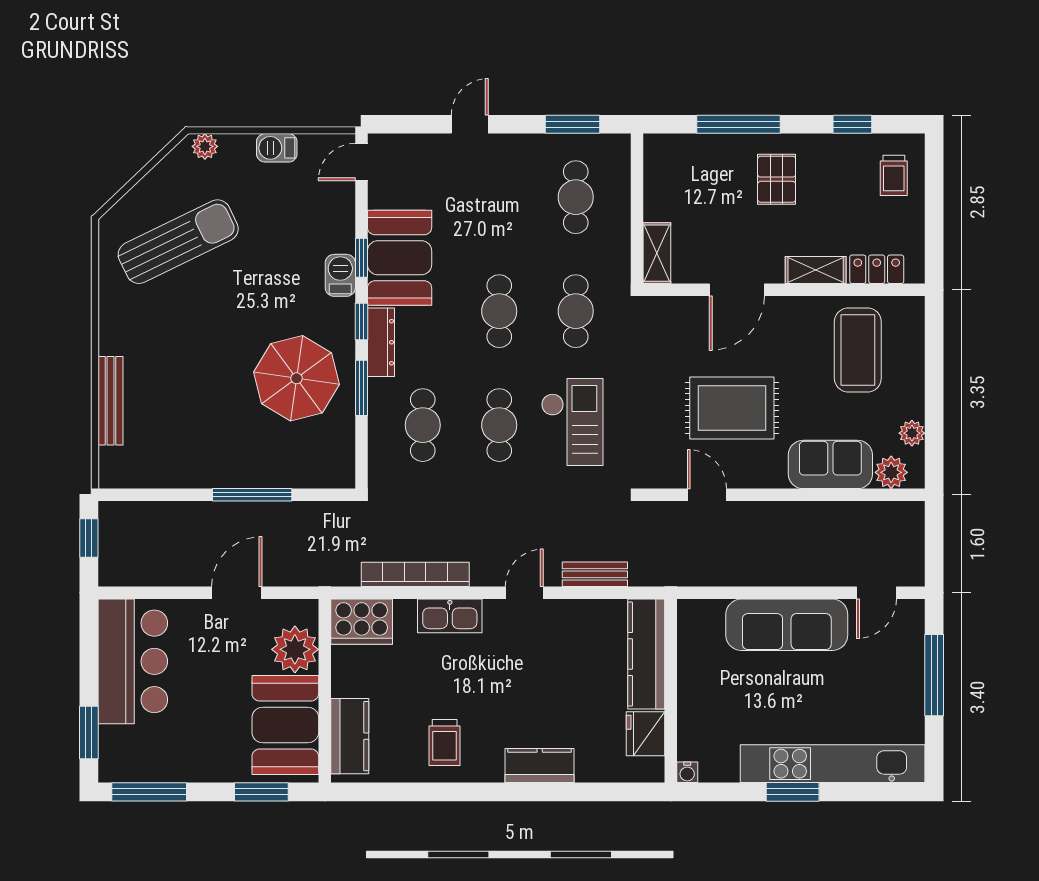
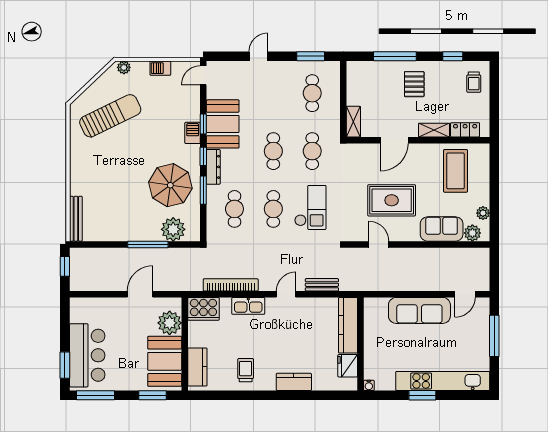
bench: (111, 401) -> (76, 219), moved
plant: (302, 465) -> (173, 229), added
bar counter: (133, 661) -> (87, 355), moved
trolley: (445, 742) -> (246, 370), turned 180

